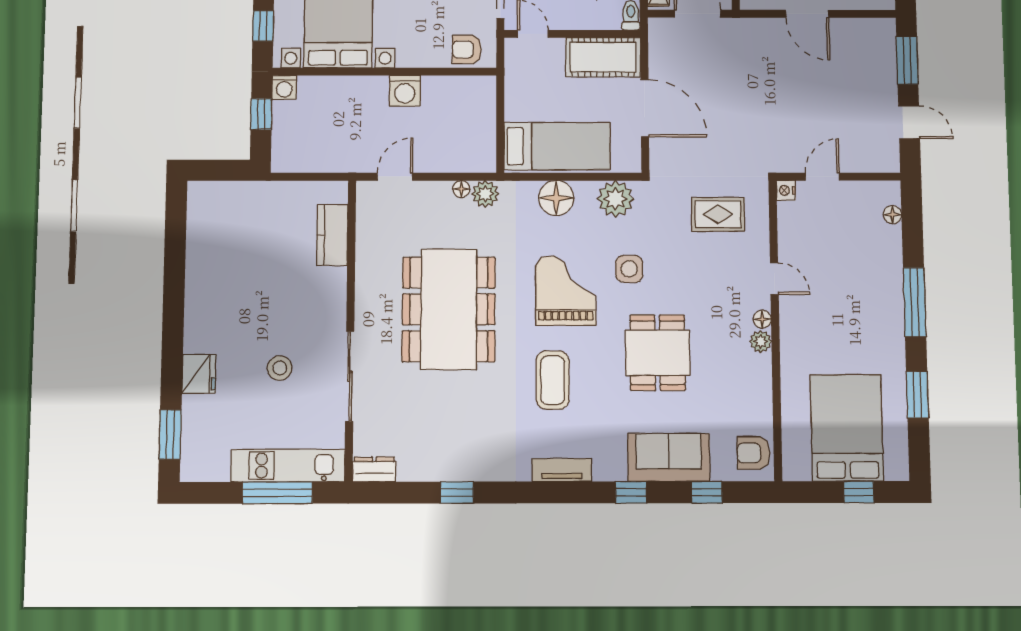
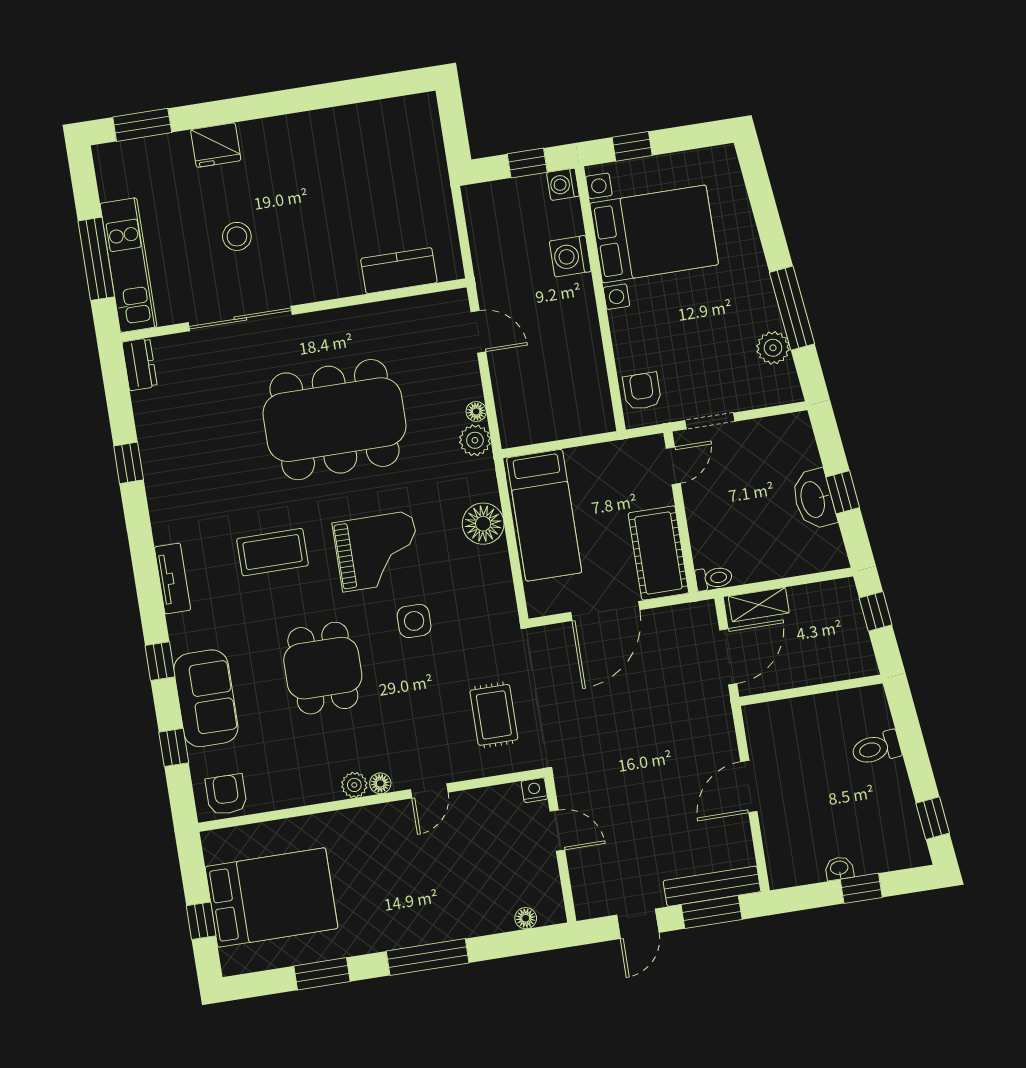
bench: (886, 57) -> (712, 886), added
washing machine: (405, 91) -> (570, 256), moved
plant: (615, 199) -> (493, 593), removed
dining table: (658, 353) -> (323, 668), turned 90

